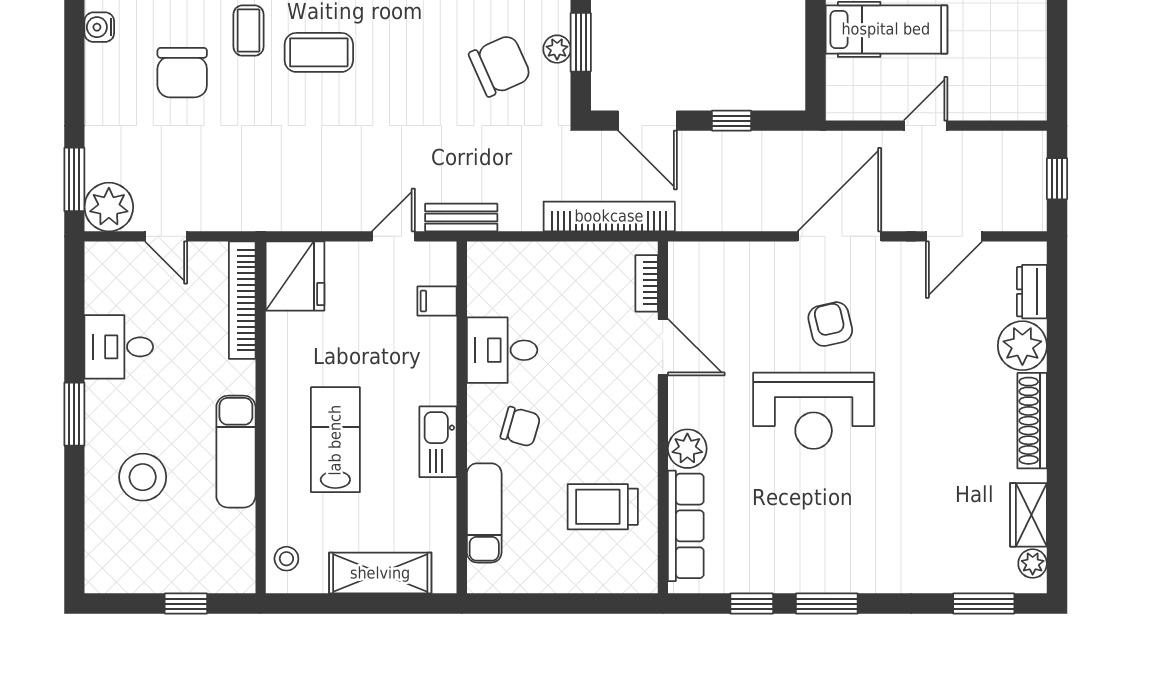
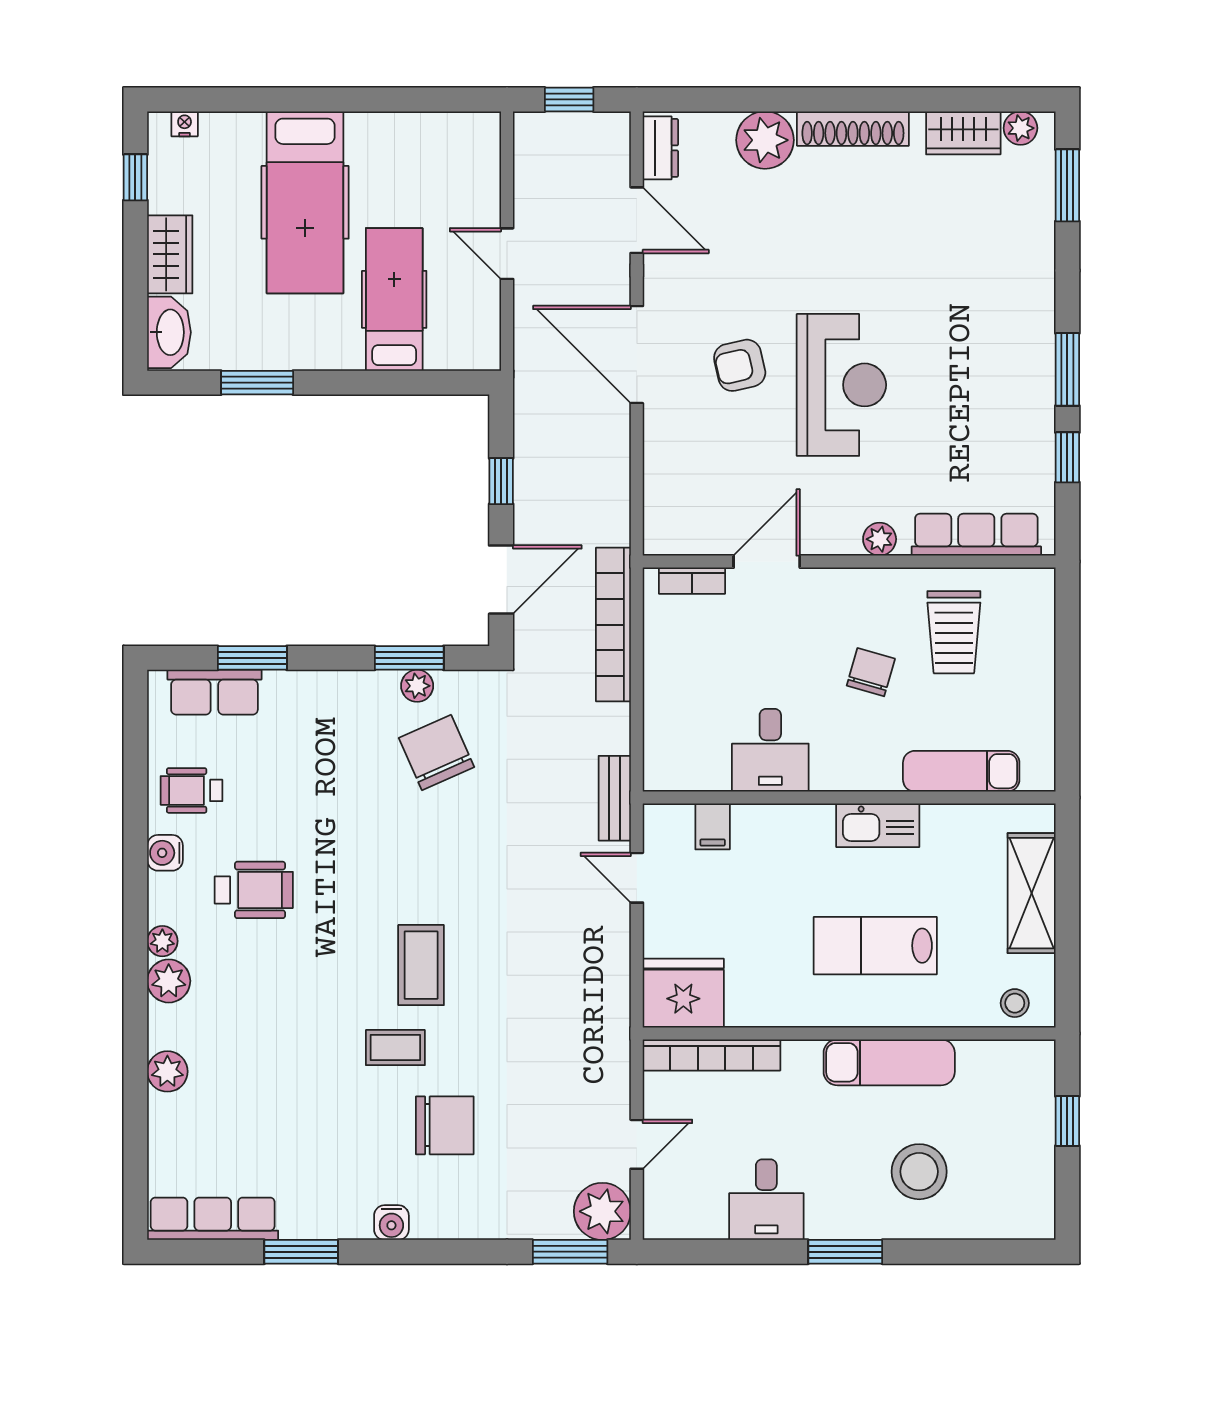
dresser: (1032, 292) -> (660, 148), moved, turned -90
chair: (520, 427) -> (871, 672), moved
plant: (687, 449) -> (880, 539), width x0.73, depth x0.73

